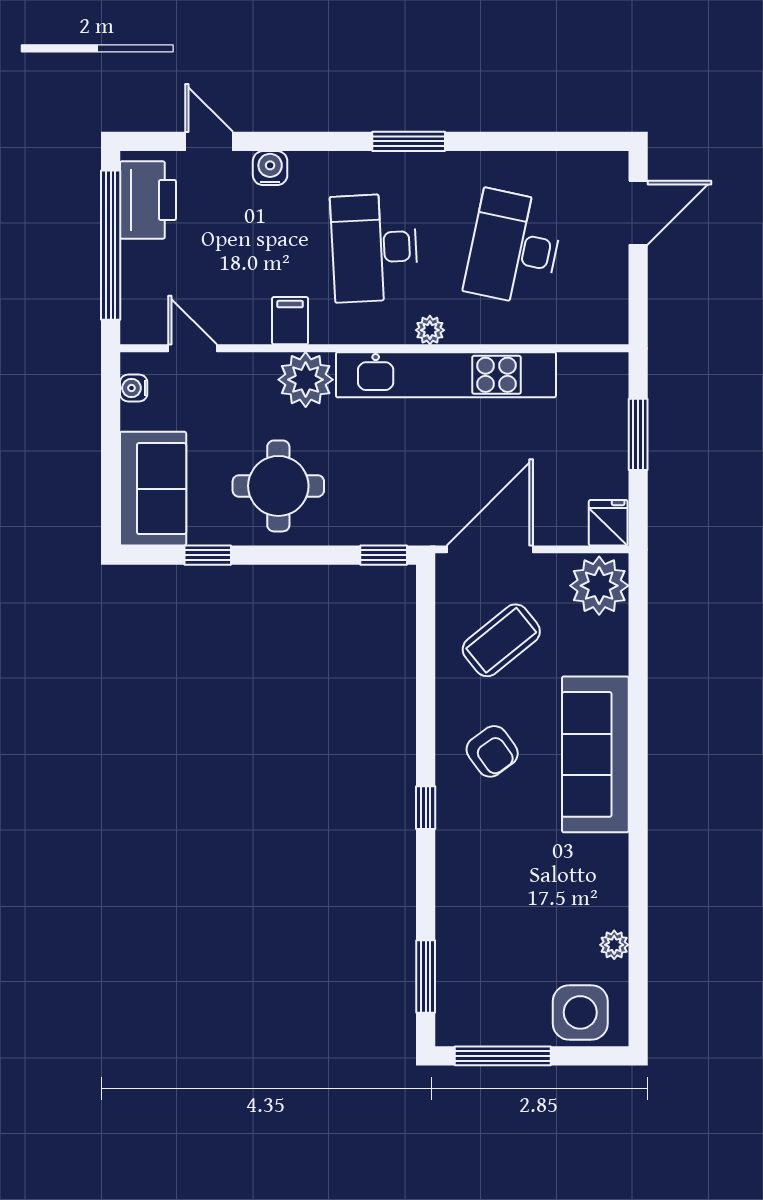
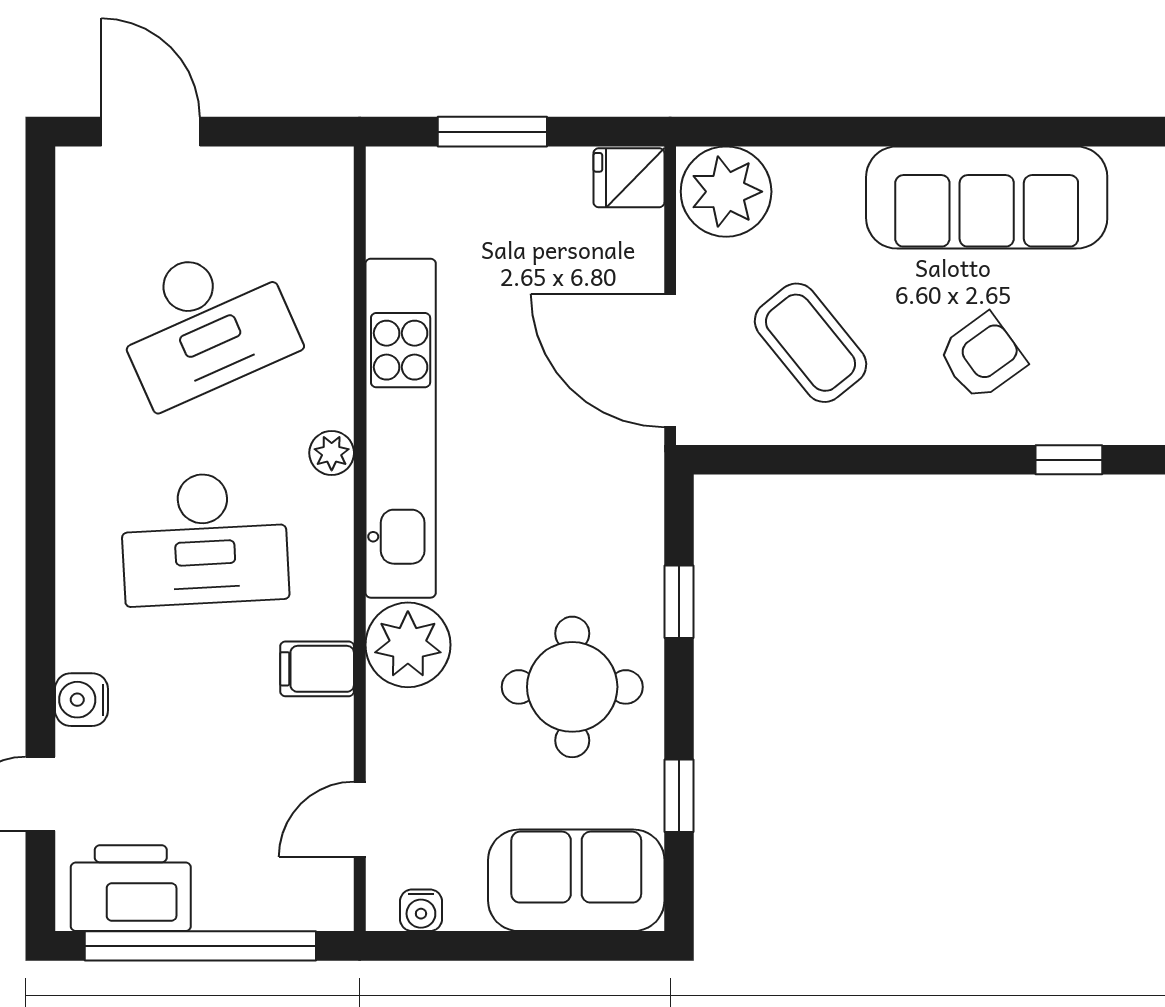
window: (409, 141) -> (40, 486), removed
desk: (514, 248) -> (204, 323), turned -36
window: (384, 555) -> (679, 602), moved

